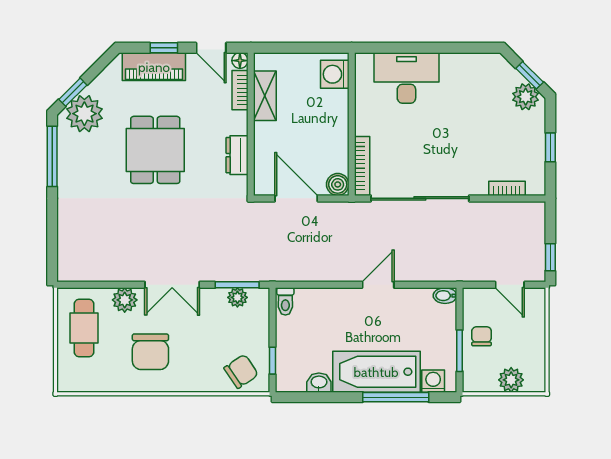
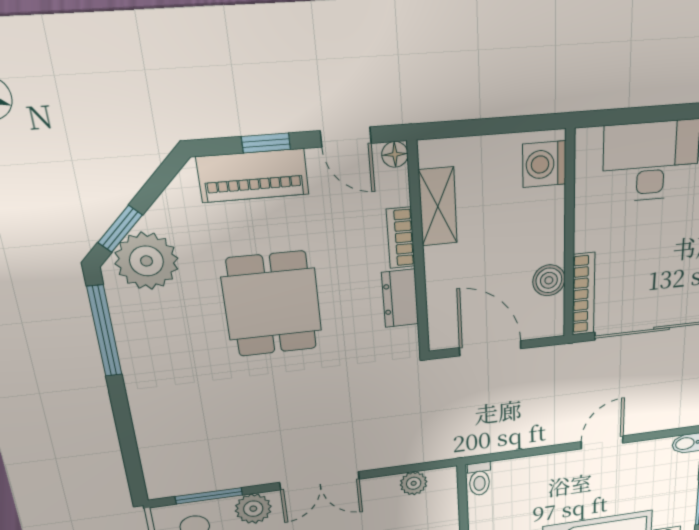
bookcase: (240, 90) -> (401, 238), moved
boiler: (338, 184) -> (549, 280), moved
window: (237, 285) -> (209, 496), moved

